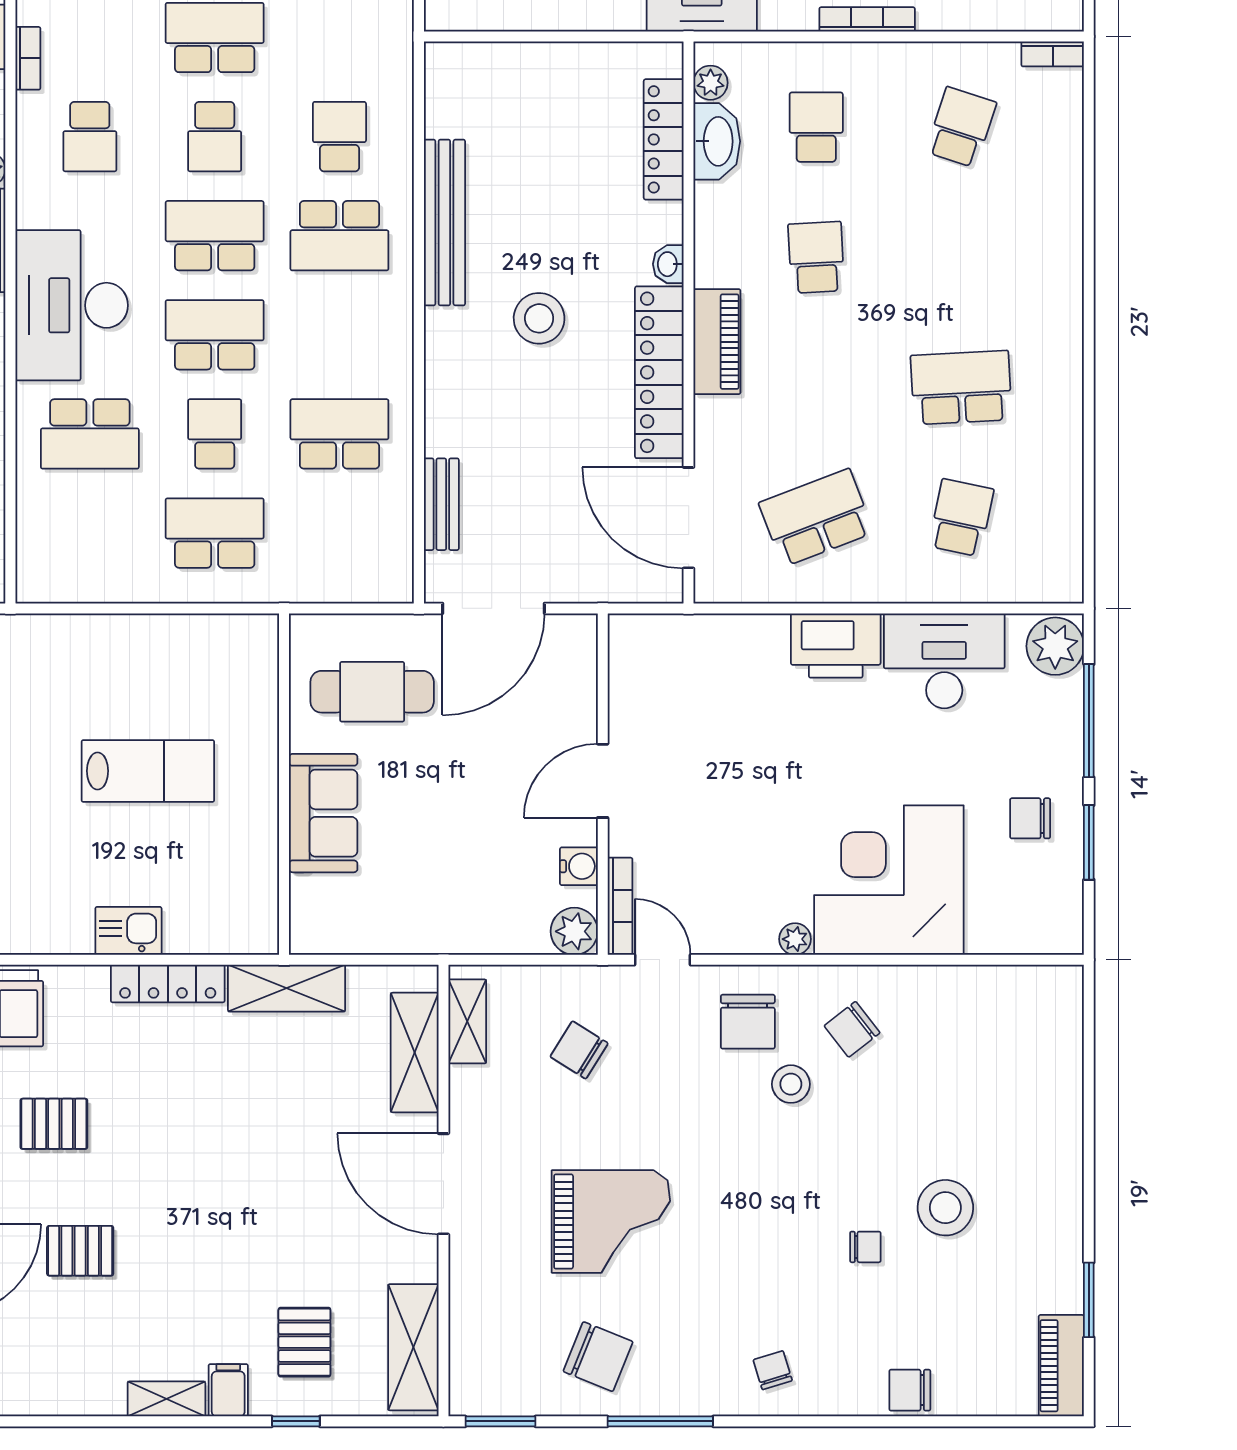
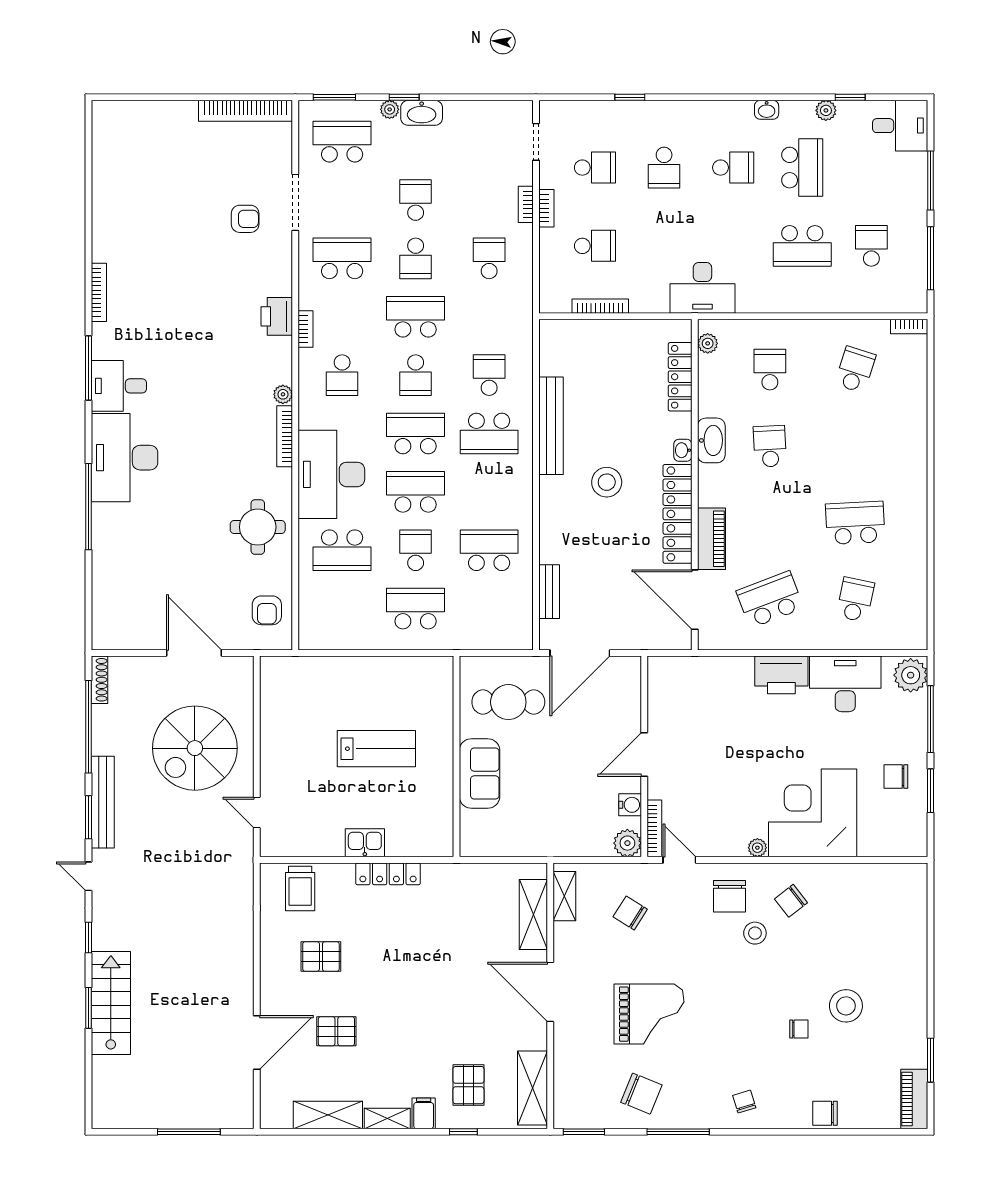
bookcase: (867, 19) -> (600, 306), moved
washbasin: (717, 141) -> (711, 440), moved
piano: (717, 342) -> (711, 539), moved
shelving: (287, 988) -> (328, 1115), moved

